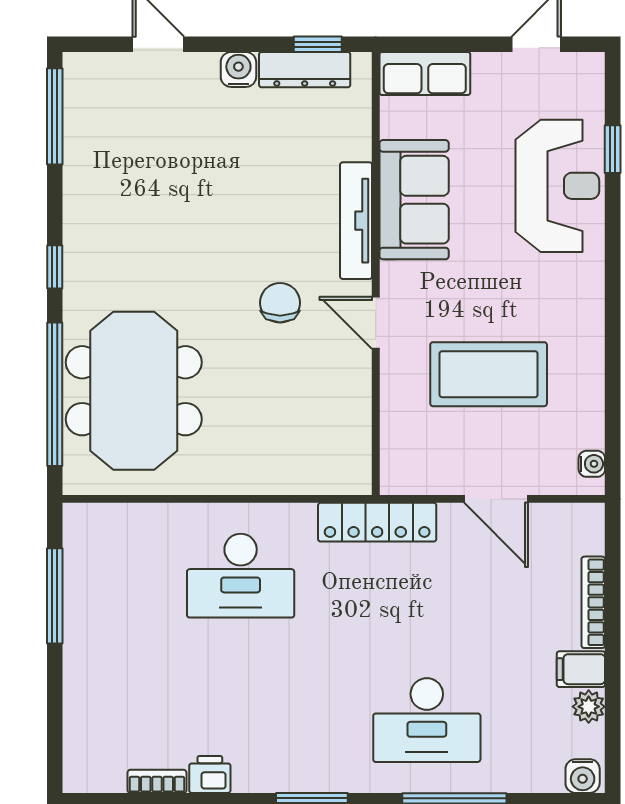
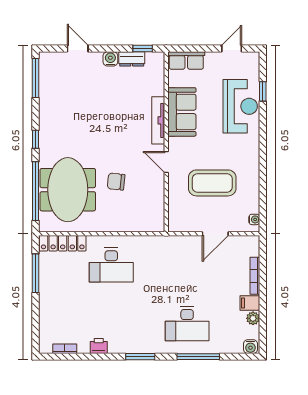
dresser: (305, 70) -> (132, 59), width x0.70
chair: (280, 303) -> (116, 182), moved, turned -84
door: (496, 499) -> (215, 234), hinge flipped
locker: (377, 522) -> (63, 243), moved
bookcase: (157, 781) -> (65, 349), moved

